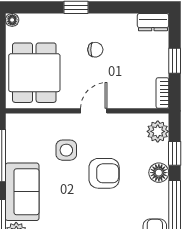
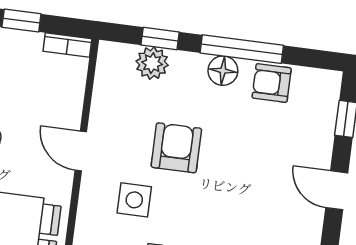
plant: (158, 131) -> (152, 63), moved
floor lamp: (159, 173) -> (223, 71), moved

